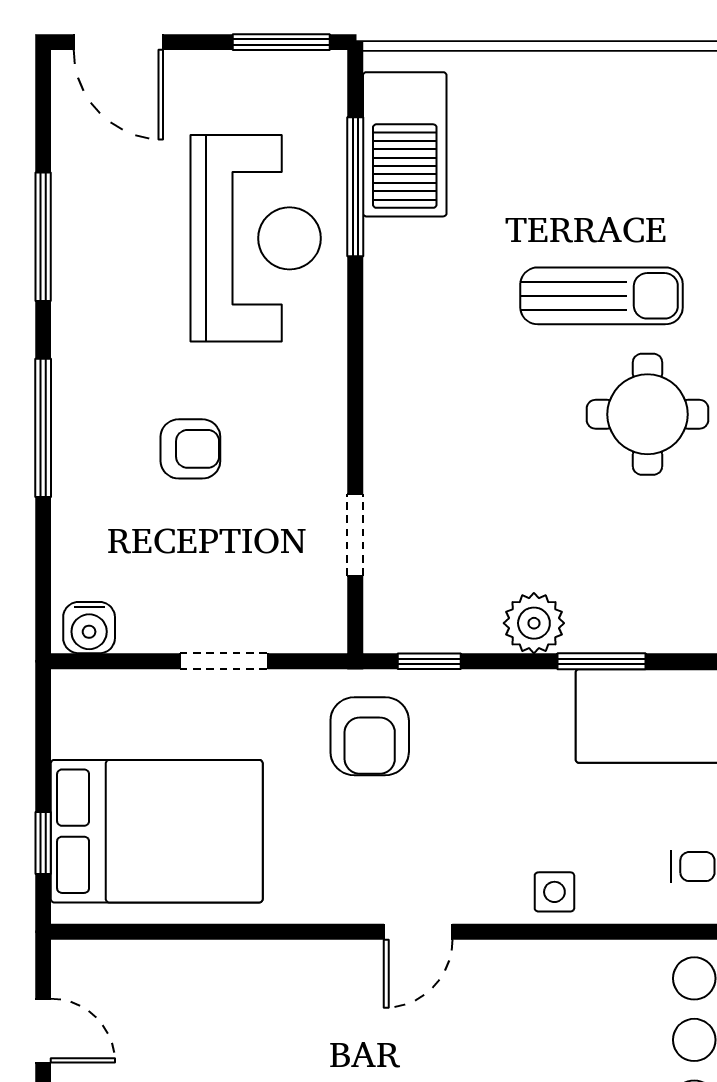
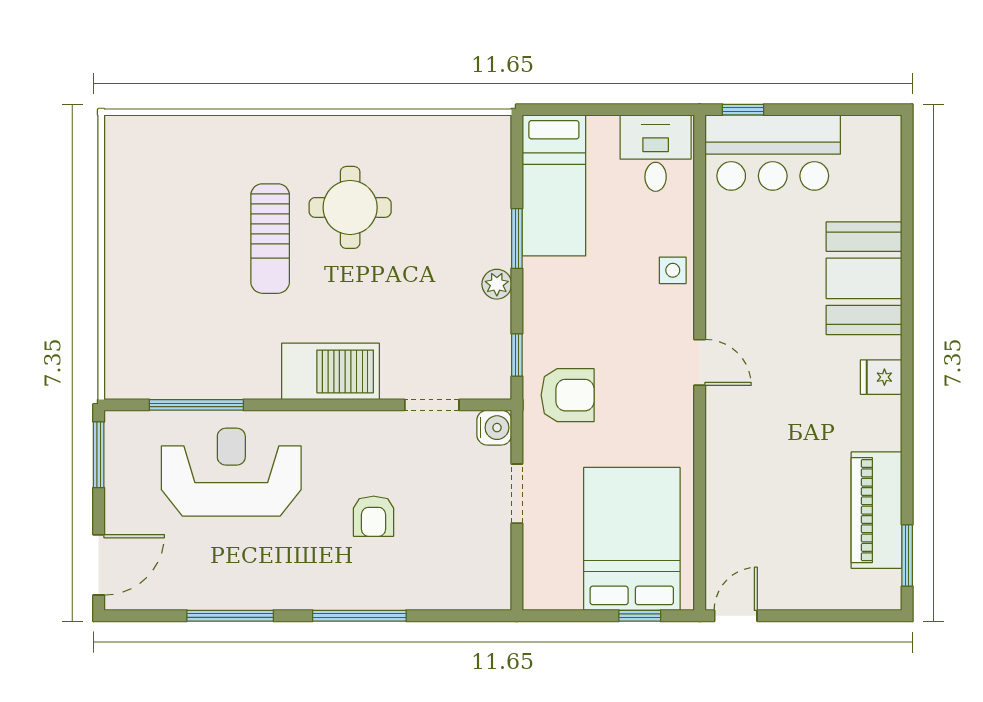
barbecue: (405, 144) -> (330, 371), moved
sun lounger: (602, 296) -> (270, 239), turned 180
armchair: (190, 449) -> (374, 516), turned 180
plant: (534, 623) -> (497, 284), width x0.73, depth x0.73
water cooler: (89, 628) -> (494, 428), moved
door: (43, 1031) -> (736, 616), moved

